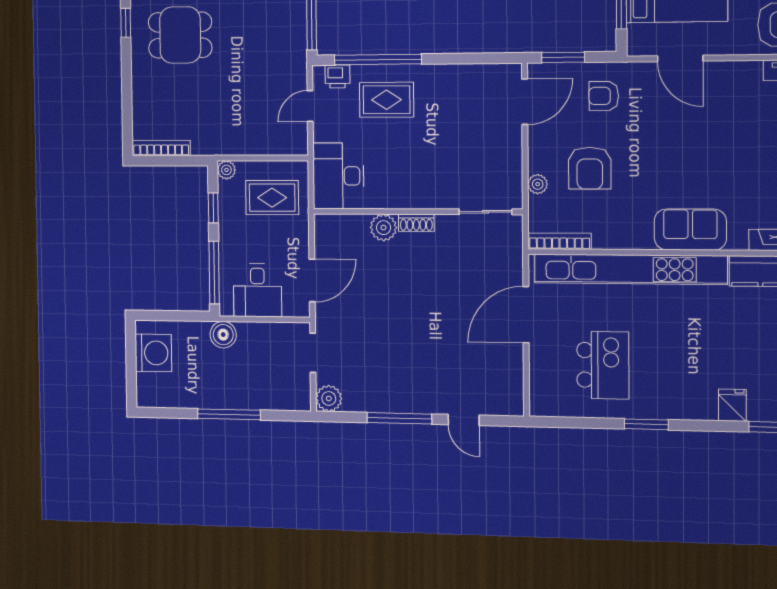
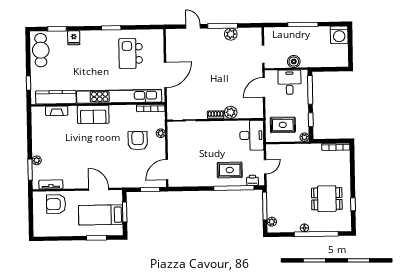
armchair: (604, 96) -> (132, 173), removed
boiler: (223, 335) -> (294, 62), moved
washing machine: (153, 353) -> (339, 35), moved, turned -90
plant: (329, 398) -> (231, 34), moved

